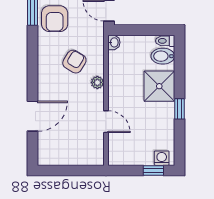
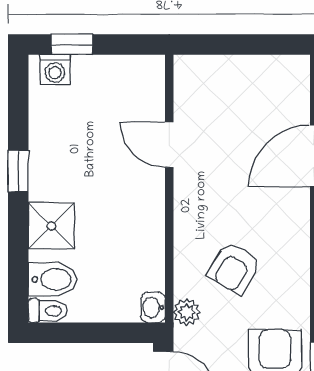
plant: (97, 82) -> (187, 312), moved
shower: (159, 86) -> (51, 226), width x0.73, depth x0.73

